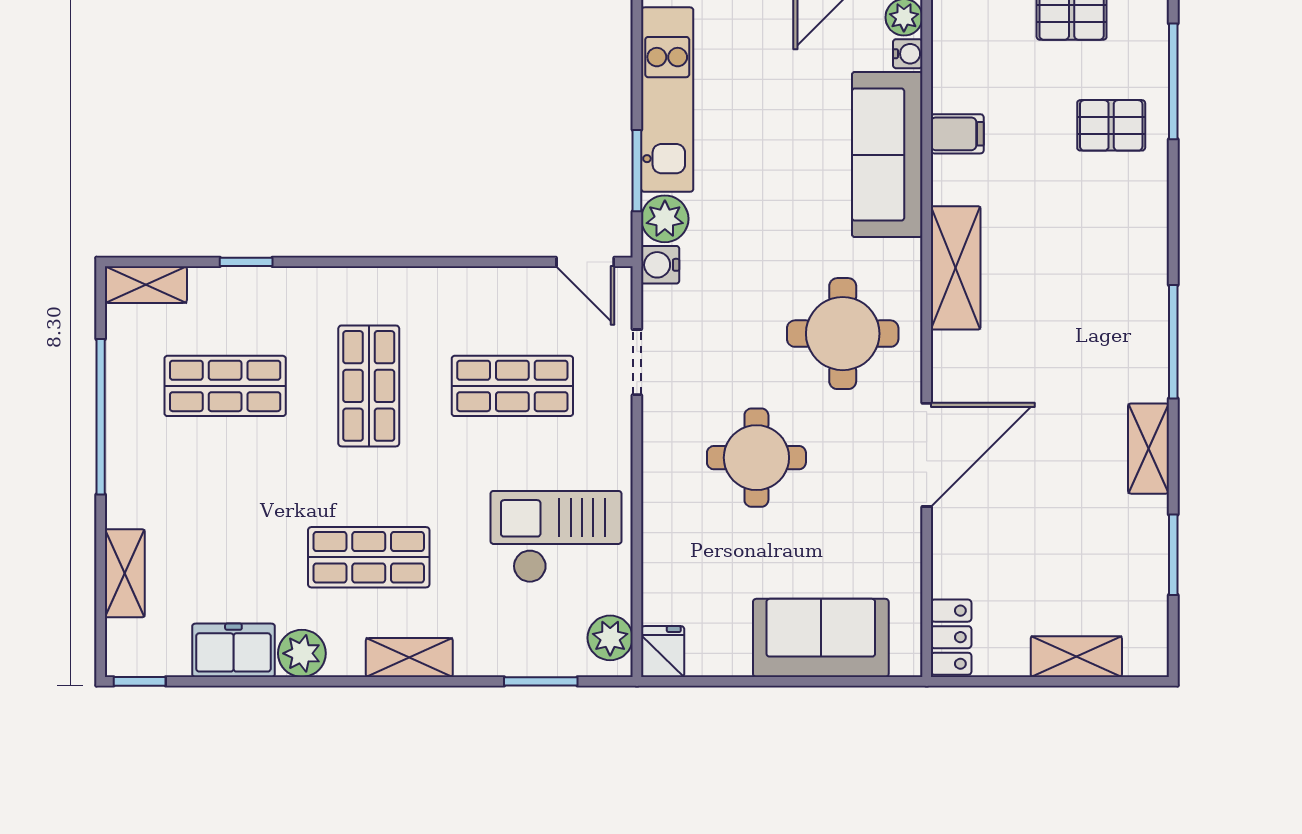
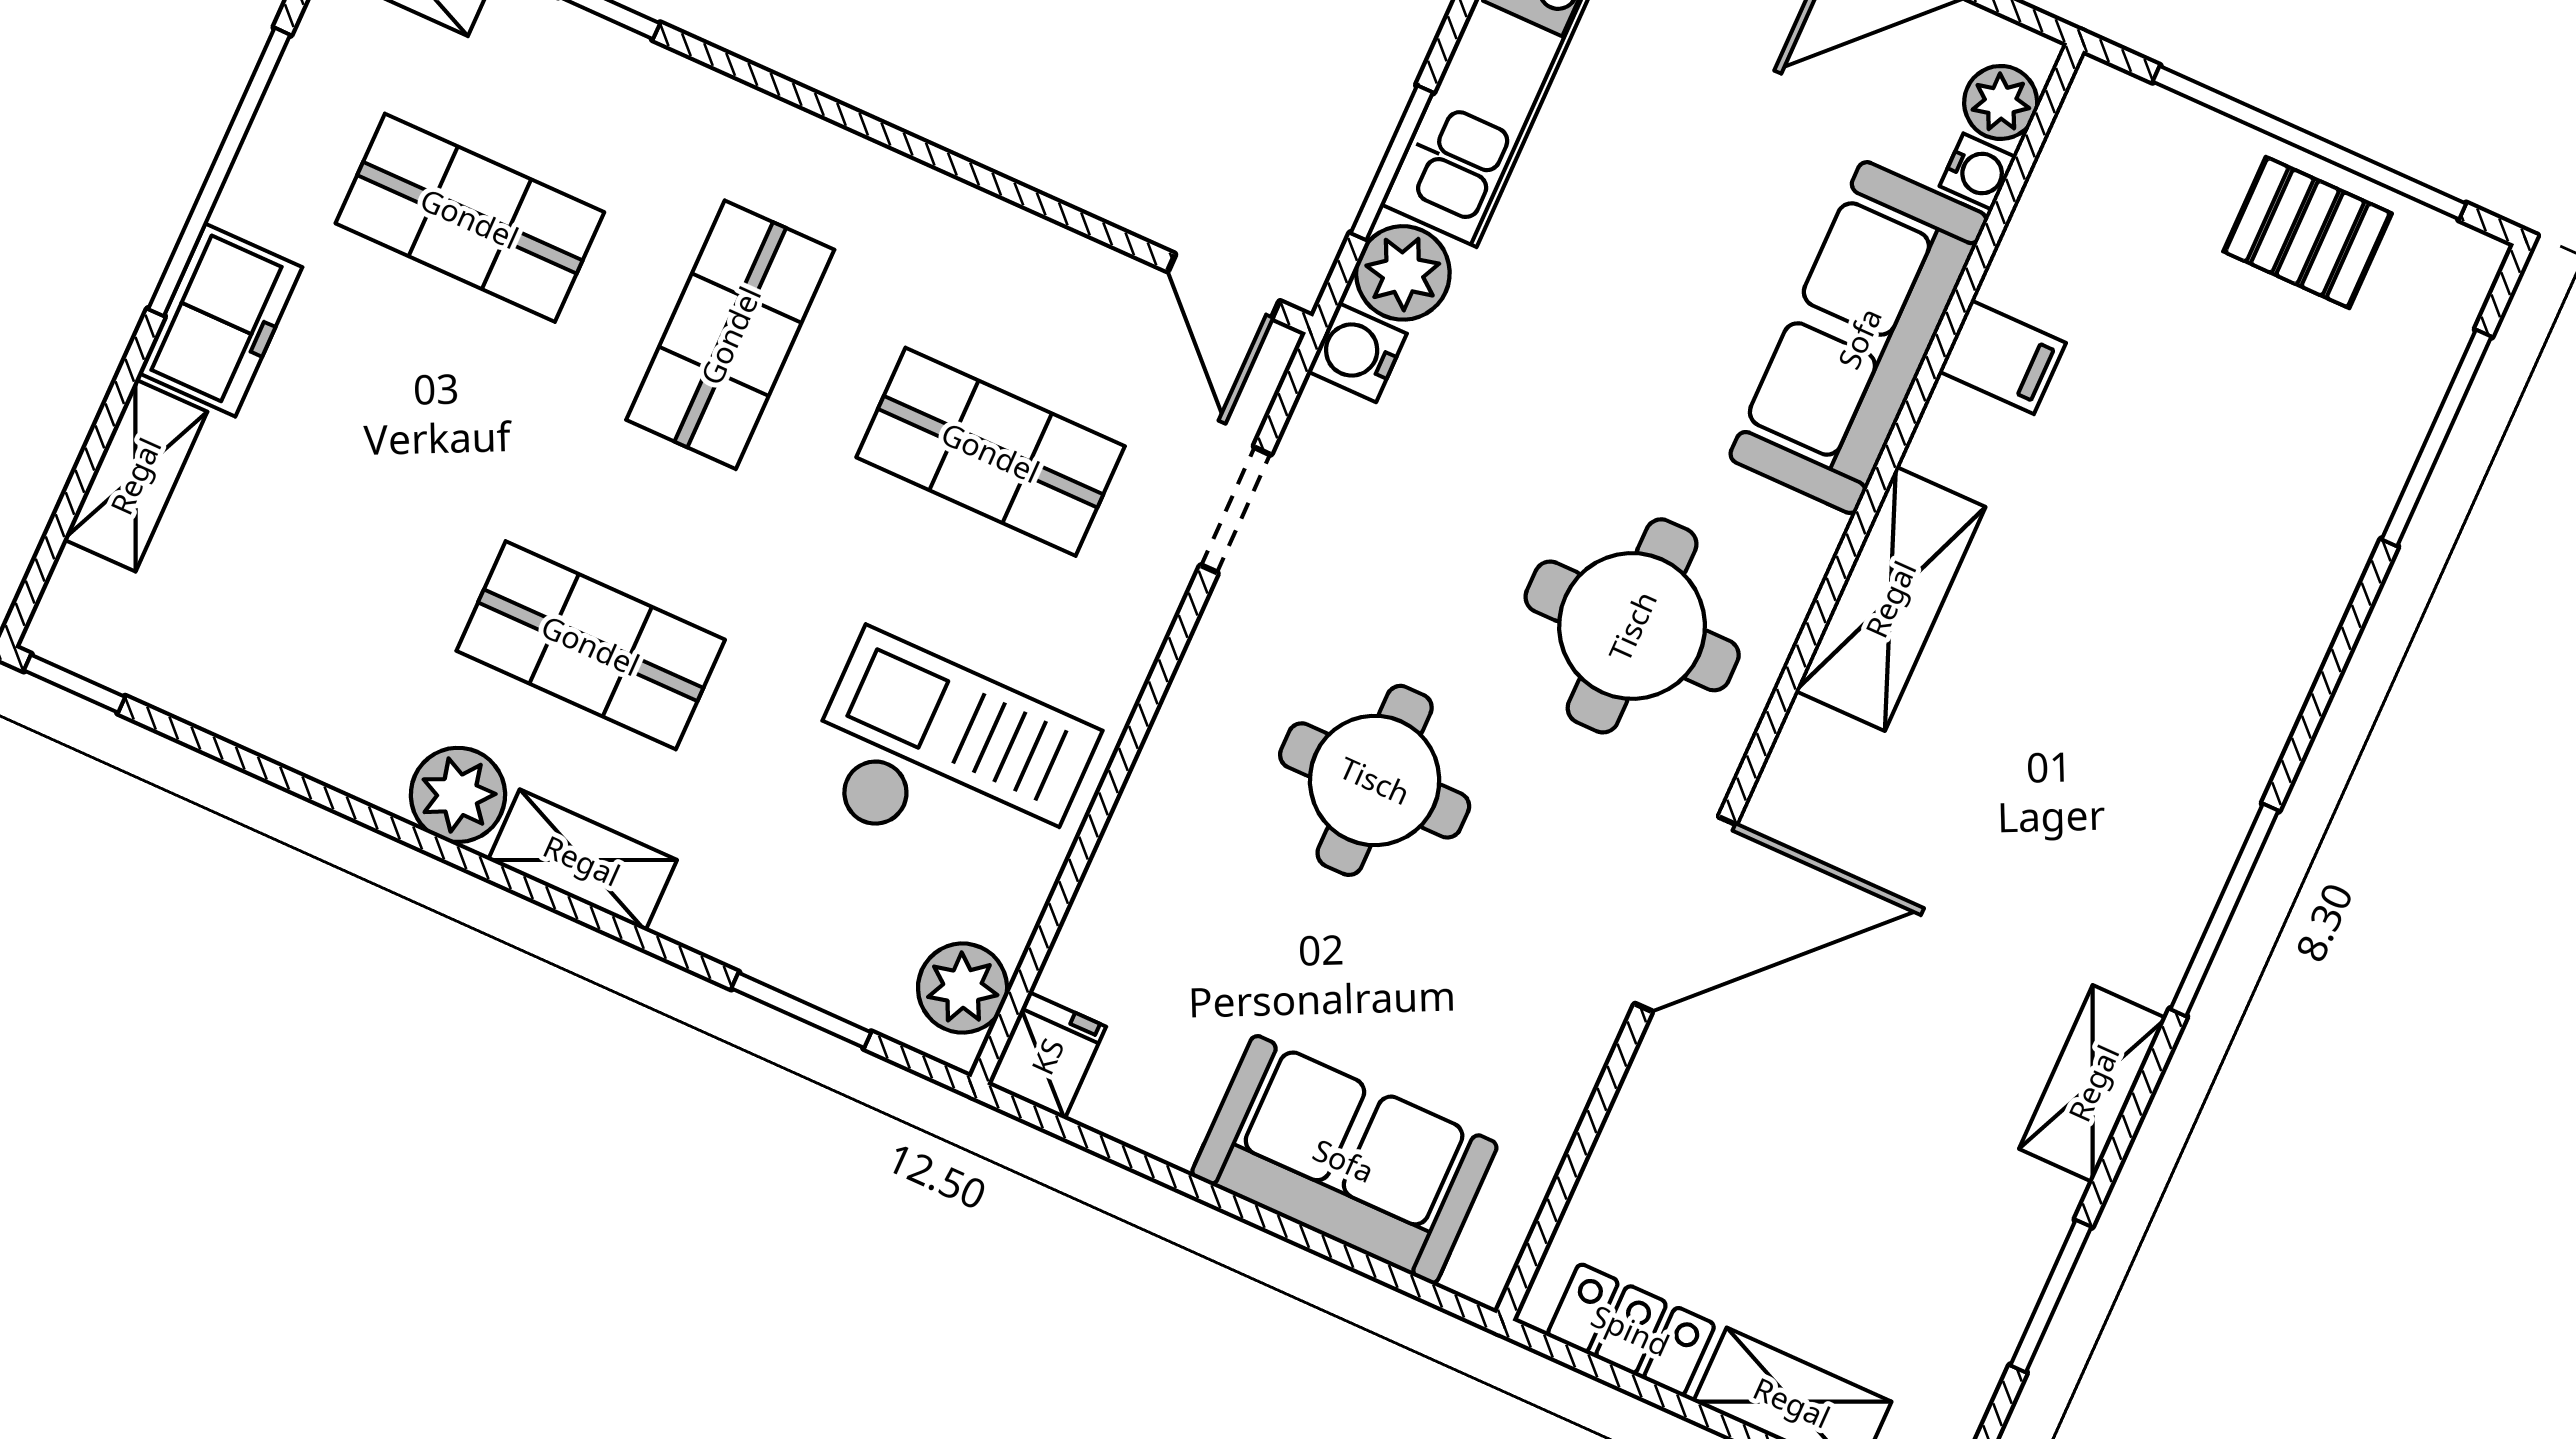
pallet: (1111, 125) -> (2288, 467), removed
locker: (951, 637) -> (1631, 1330), moved, turned -90
freezer: (233, 650) -> (220, 320), moved, turned 90
plant: (302, 653) -> (458, 795), moved

